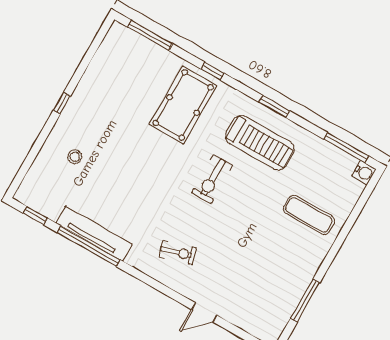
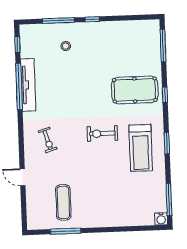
window: (37, 146) -> (58, 21), added
exercise mat: (309, 215) -> (63, 202), moved

